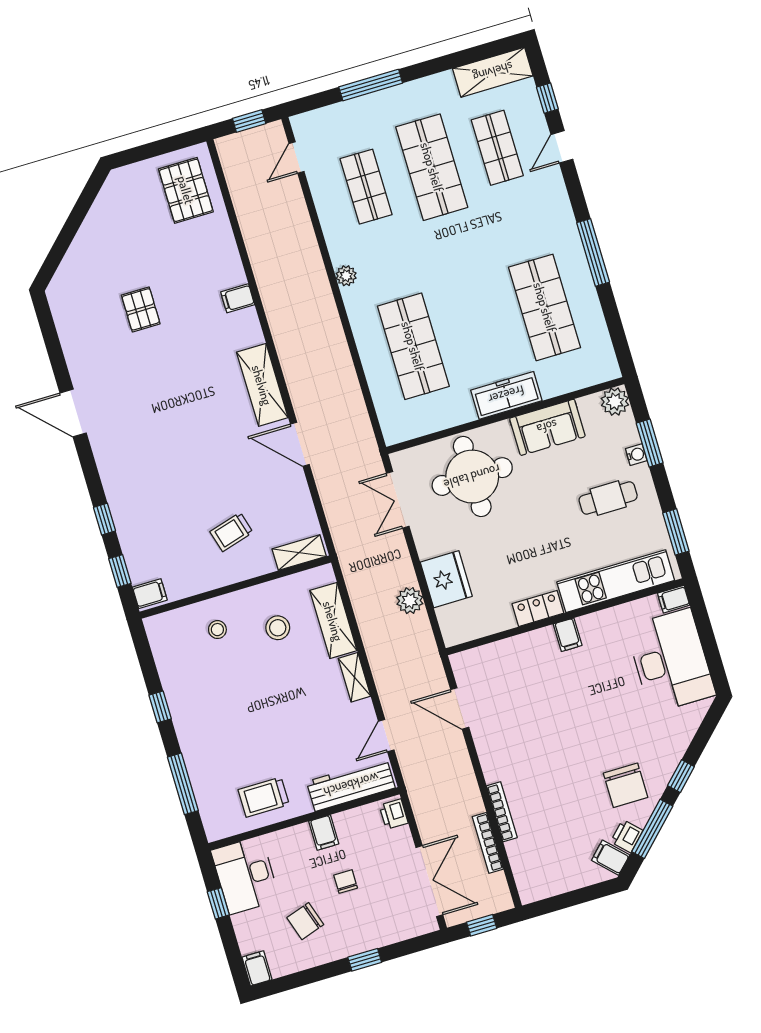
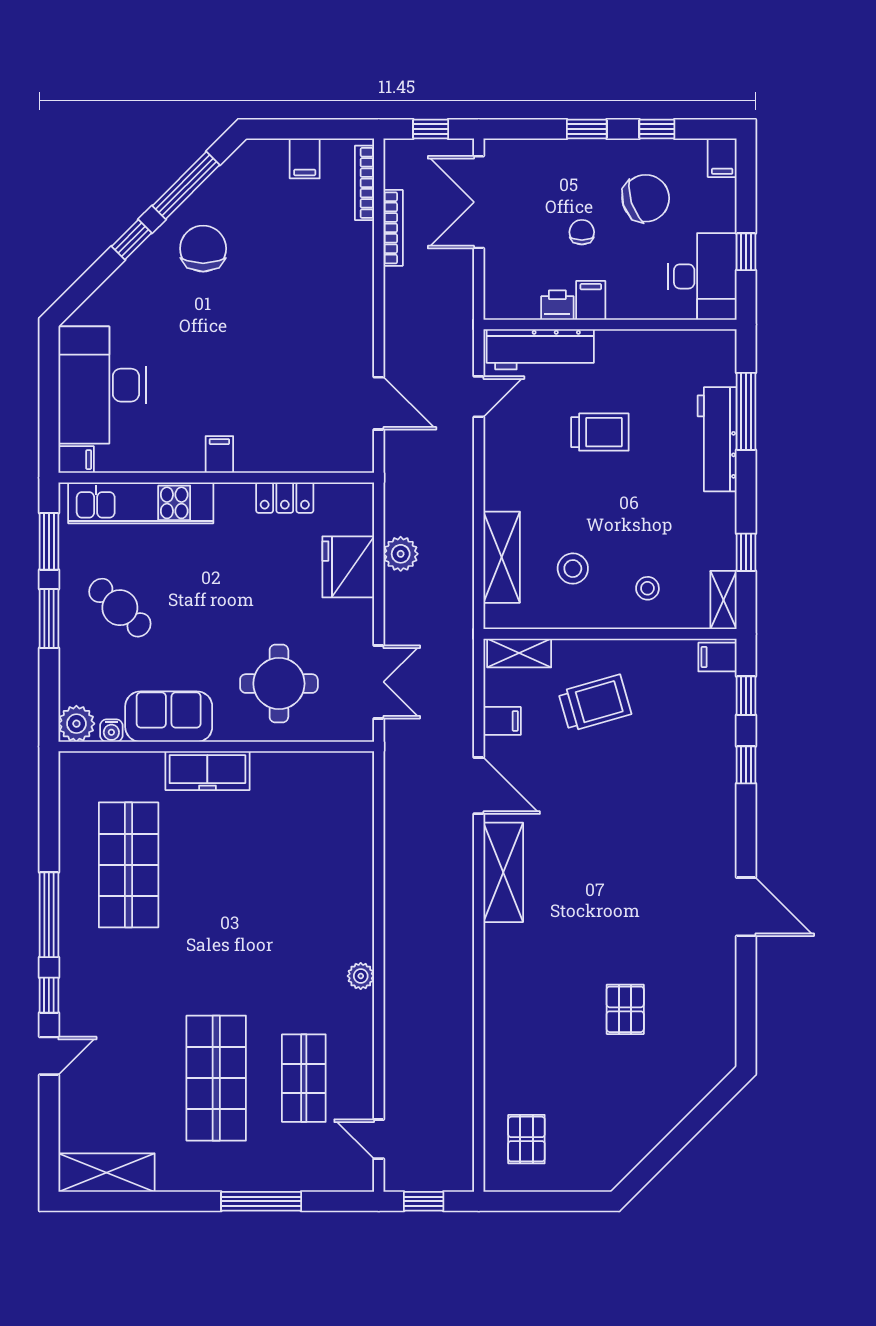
window: (547, 98) -> (49, 995), moved
shop shelf: (497, 148) -> (129, 1078), removed
door: (296, 158) -> (379, 1139), swing flipped
pallet: (186, 190) -> (526, 1139), width x0.67, depth x0.71
filing cabinet: (238, 298) -> (502, 721), moved
shop shelf: (413, 346) -> (304, 865), removed
window: (650, 443) -> (49, 618), moved
water cooler: (636, 455) -> (111, 731), moved, turned -90
round table: (472, 477) -> (279, 684), width x0.73, depth x0.73
cafe table: (608, 498) -> (120, 608), turned 42
trolley: (231, 532) -> (595, 703), width x1.36, depth x1.39
locker: (538, 608) -> (285, 498), moved
shelving: (354, 677) -> (723, 600), moved
window: (160, 707) -> (746, 552), moved
workbench: (198, 757) -> (717, 439), added
trolley: (264, 797) -> (600, 432), moved
bookcase: (502, 812) -> (364, 183), moved
printer: (394, 814) -> (557, 305), moved, turned -90
printer: (627, 836) -> (220, 186), removed
filing cabinet: (611, 858) -> (305, 158), moved, turned 45
chair: (346, 882) -> (582, 232), turned 180
chair: (305, 921) -> (646, 198), width x1.37, depth x1.37
window: (312, 975) -> (657, 129), added

